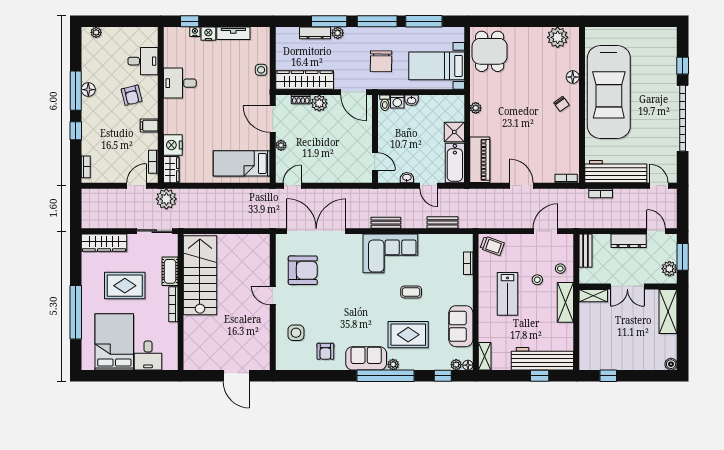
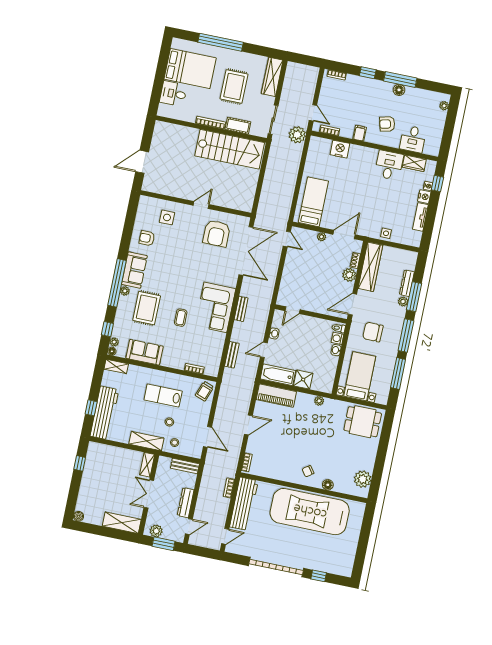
wardrobe: (171, 170) -> (414, 163), moved

